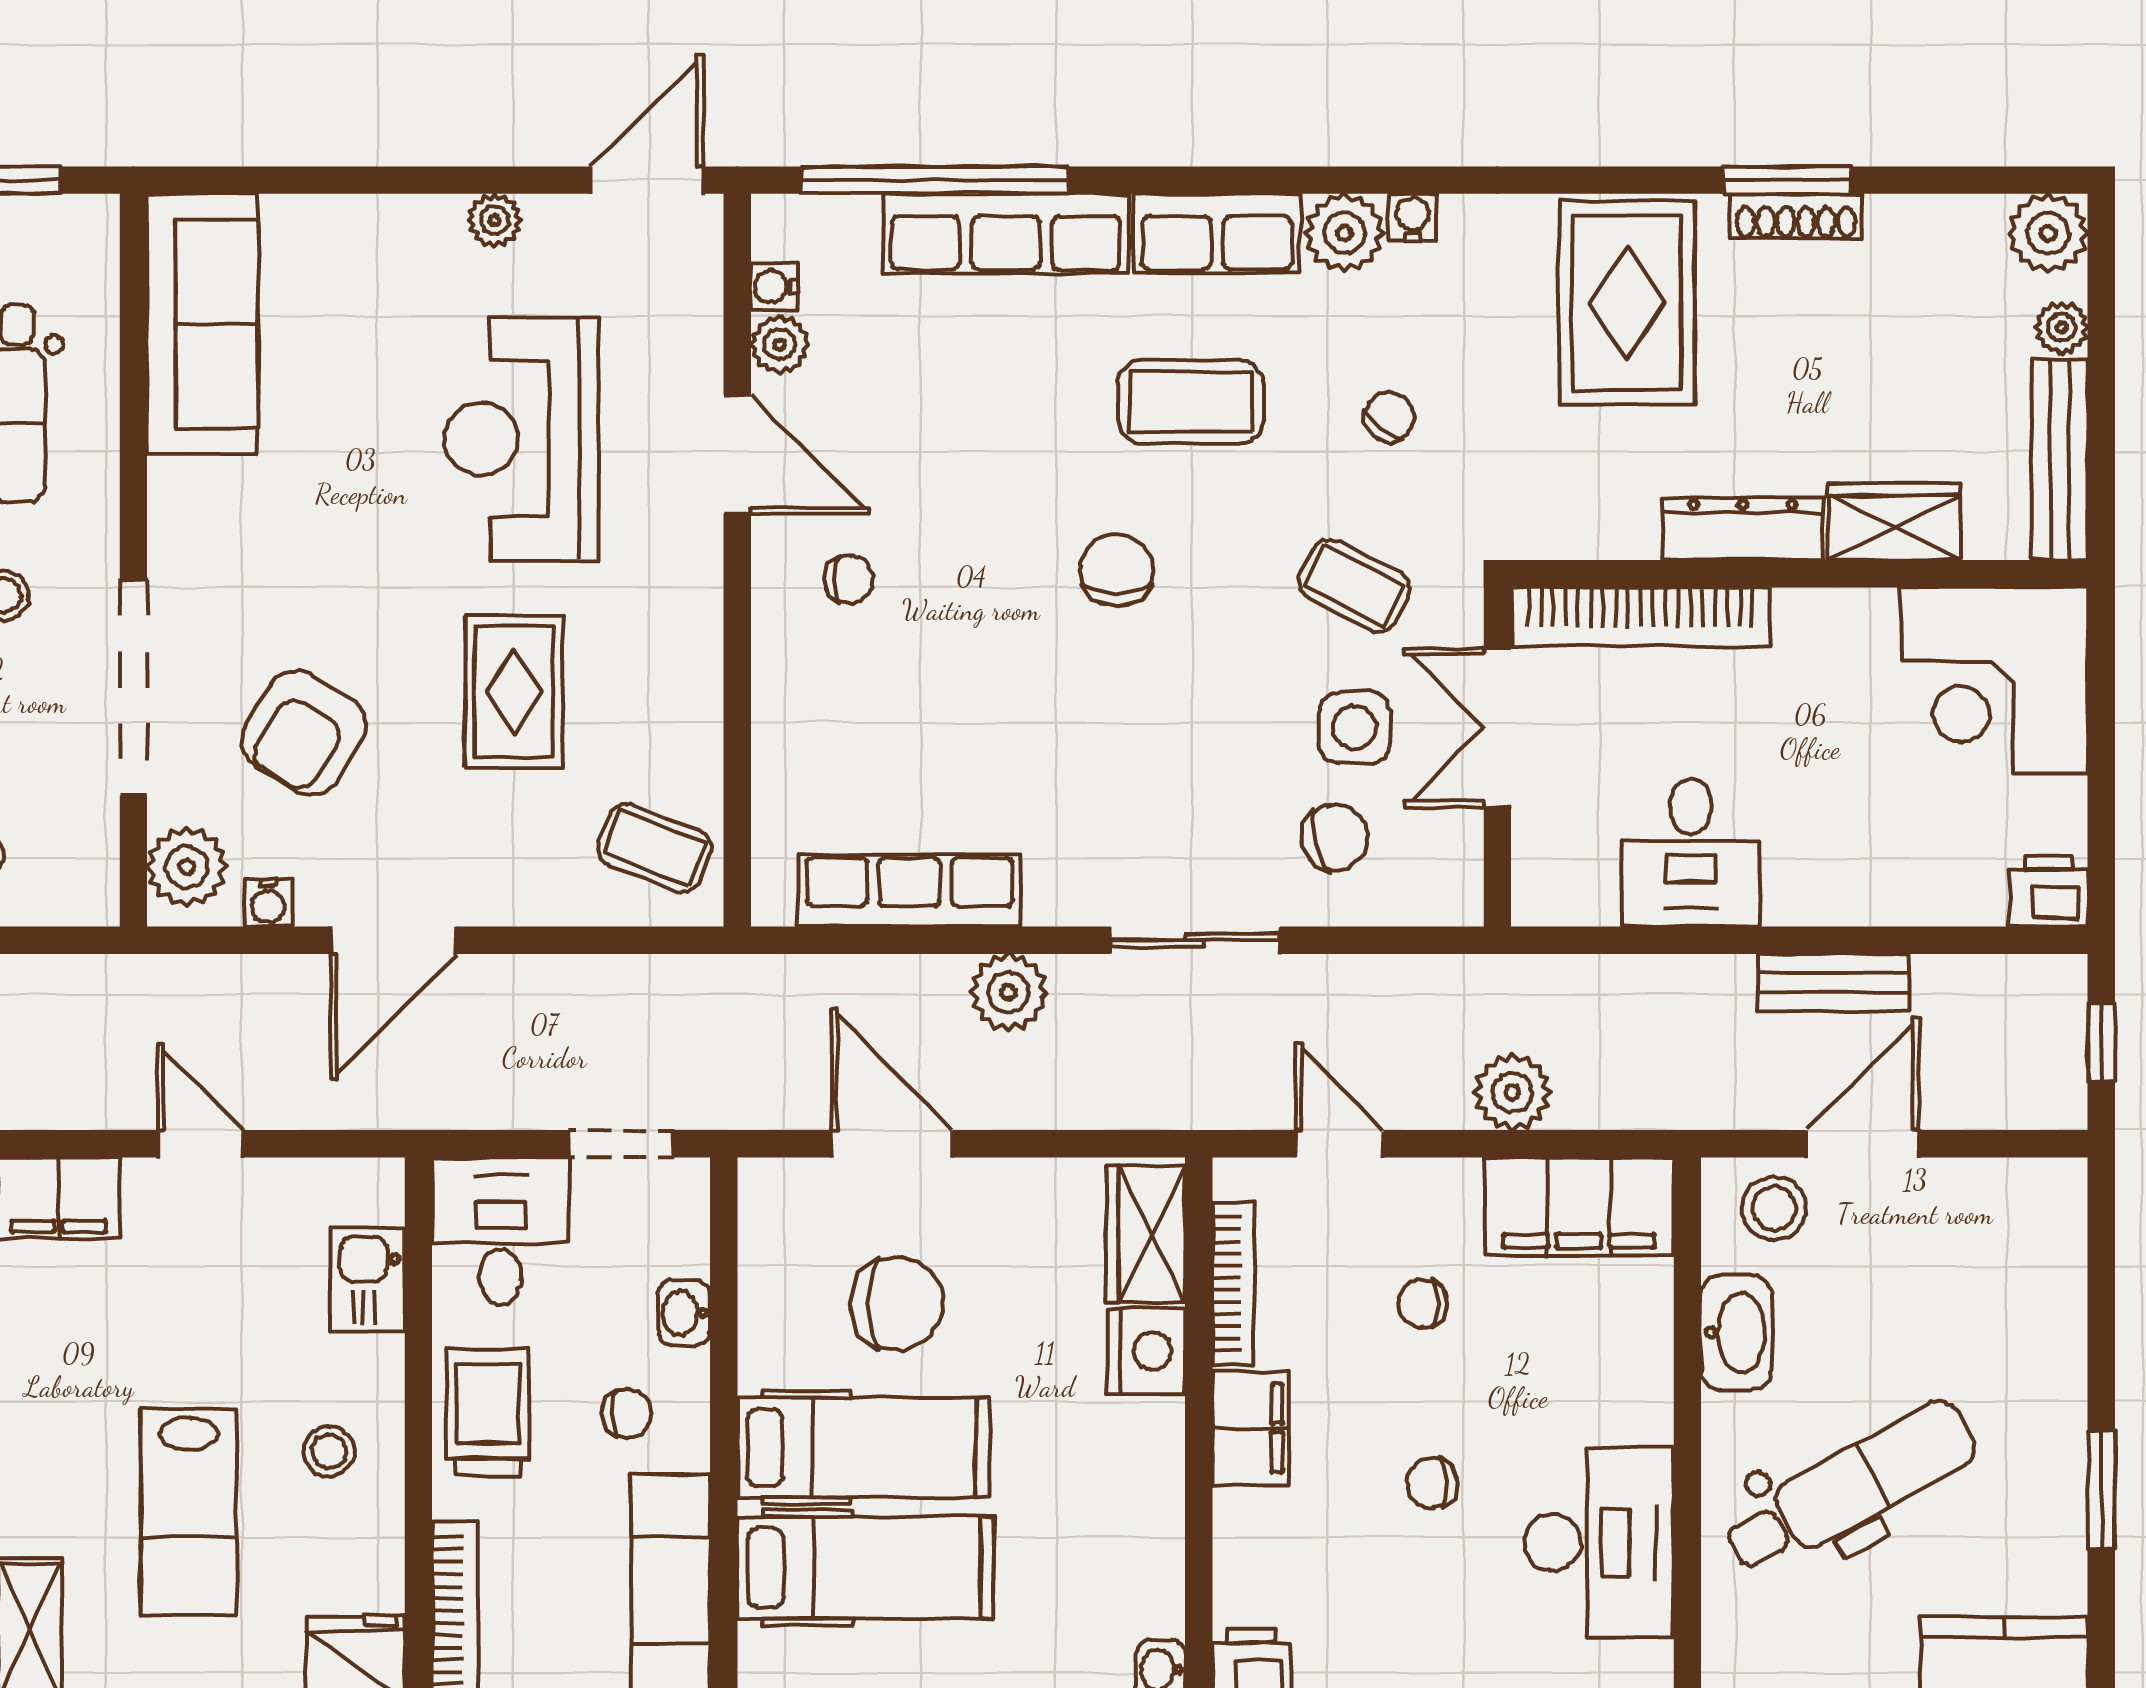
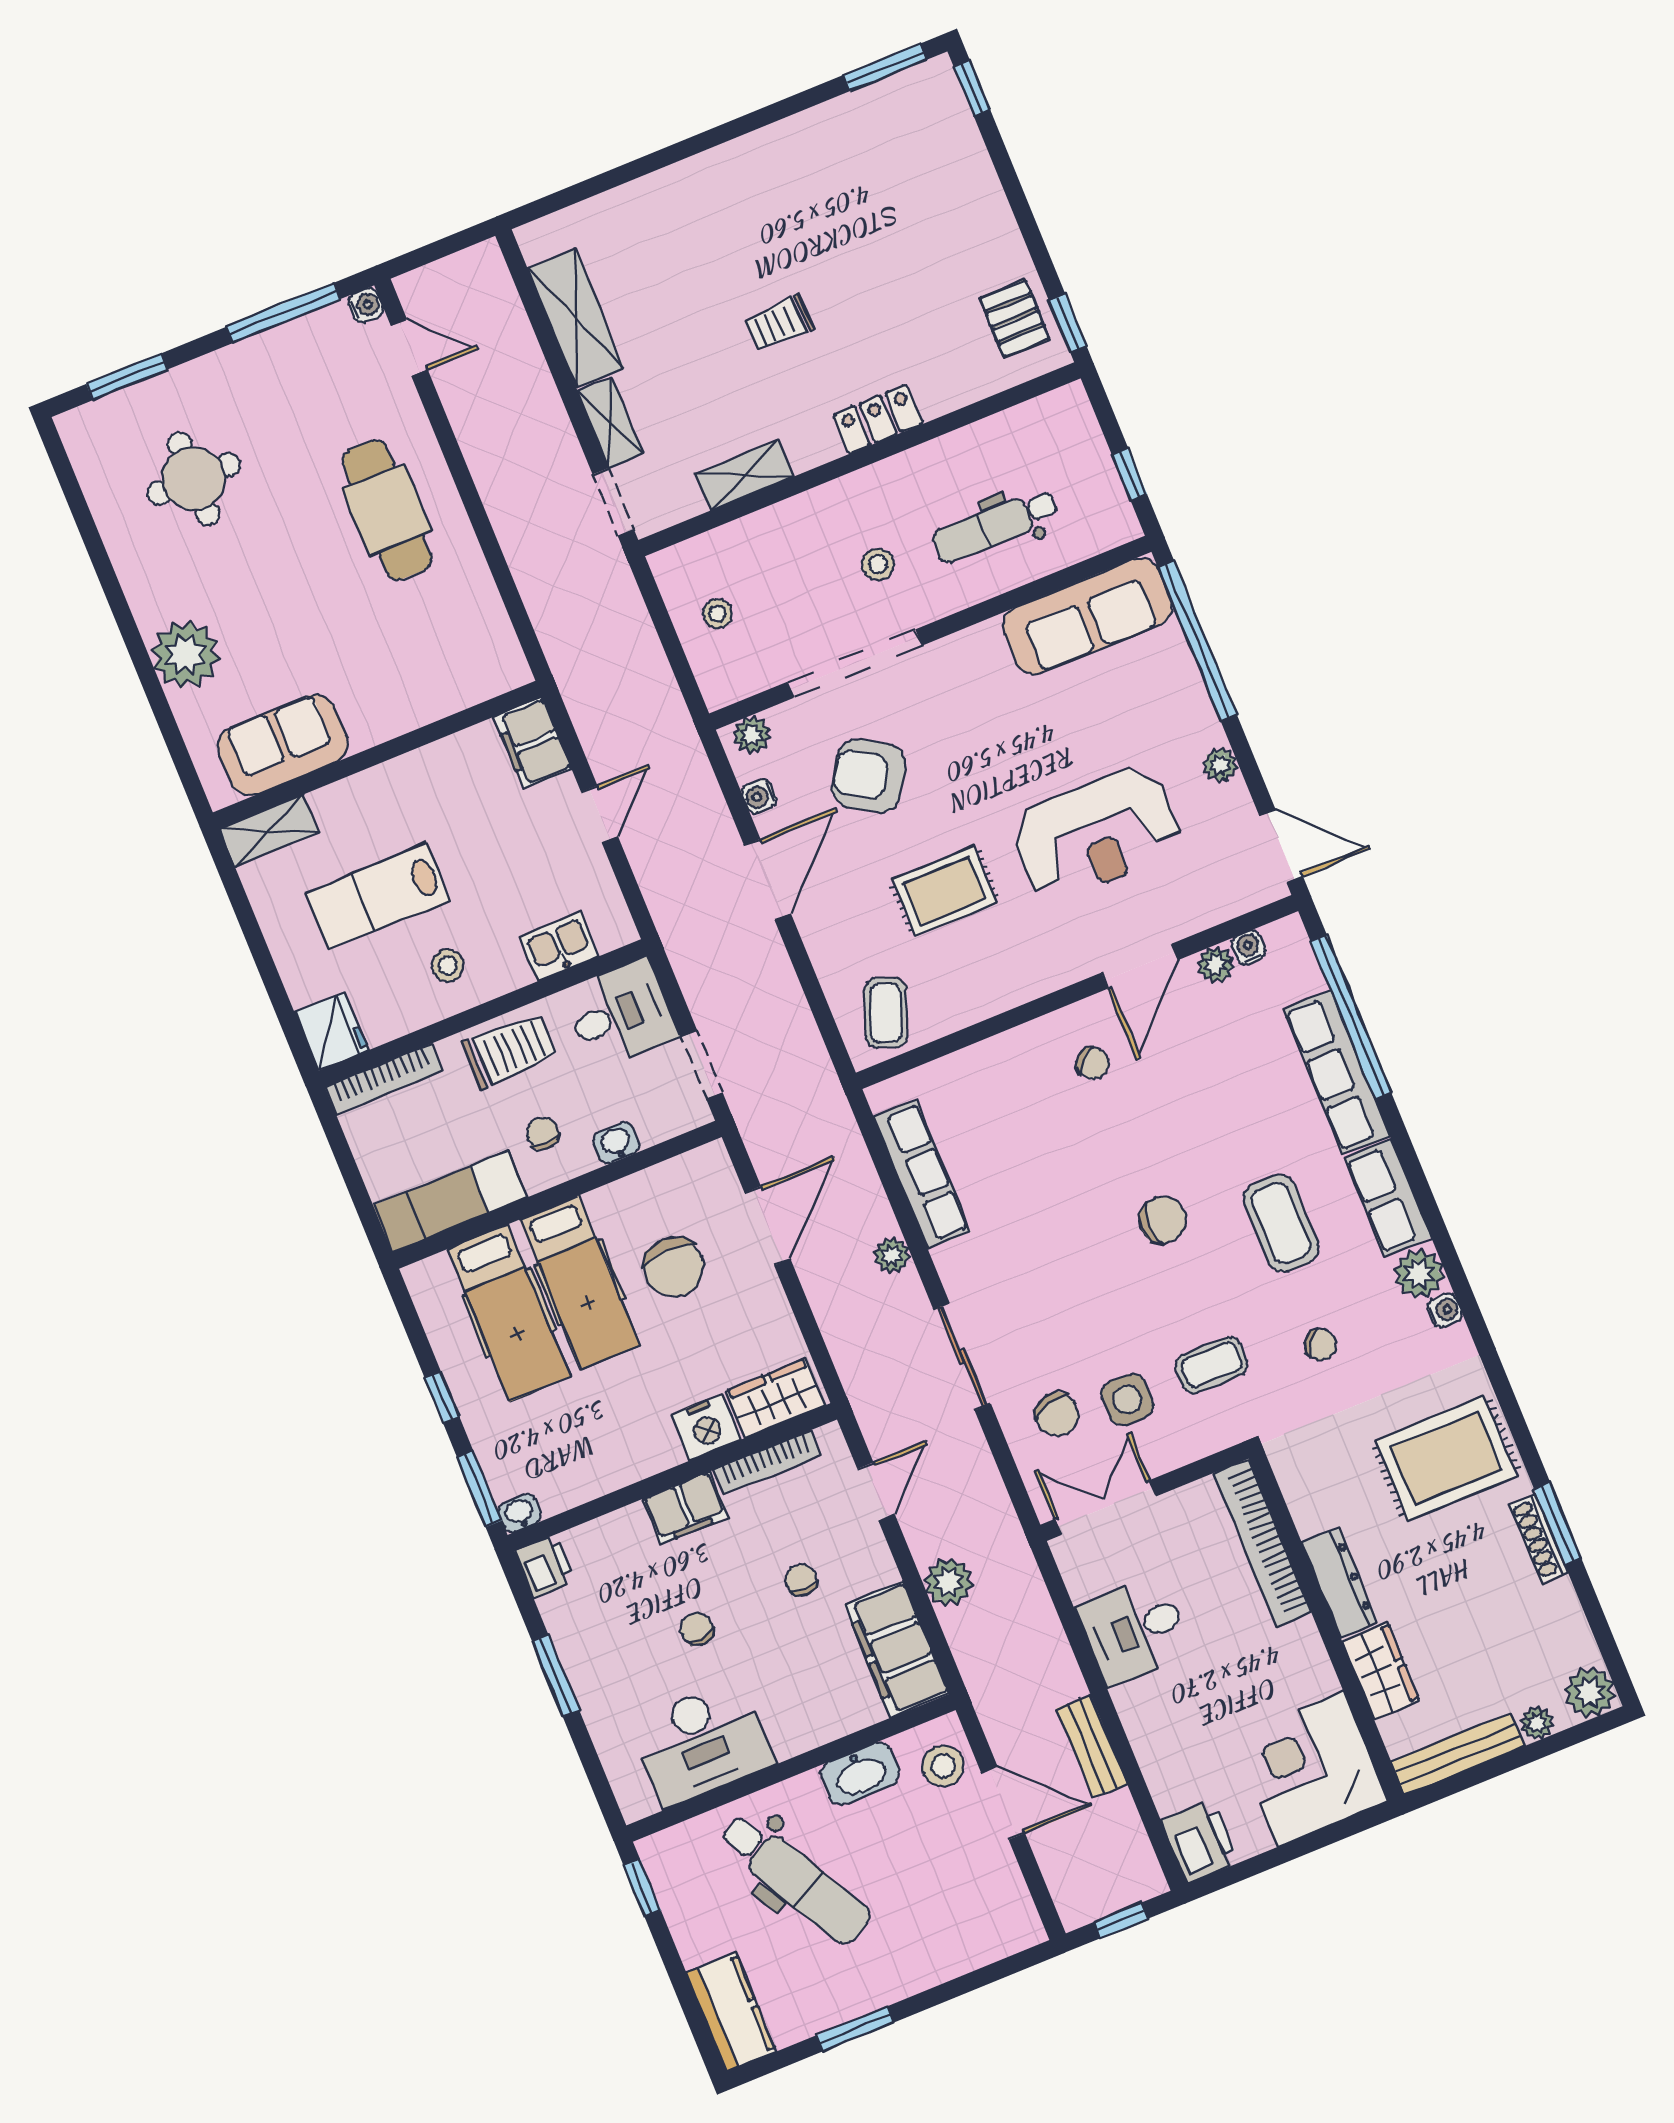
window: (303, 180) -> (1197, 641), added
reception desk: (521, 439) -> (1097, 834), turned 180
chair: (849, 579) -> (1093, 1063), turned -43
coffee table: (1354, 586) -> (1212, 1365), turned 63
double door: (1497, 728) -> (1106, 1508), moved
plant: (187, 867) -> (752, 735), width x0.73, depth x0.73
printer: (2048, 891) -> (1200, 1841), width x1.36, depth x1.24
door: (393, 940) -> (767, 880), swing flipped
plant: (1009, 992) -> (892, 1256), width x0.73, depth x0.73
chair: (627, 1413) -> (543, 1133), turned 180

